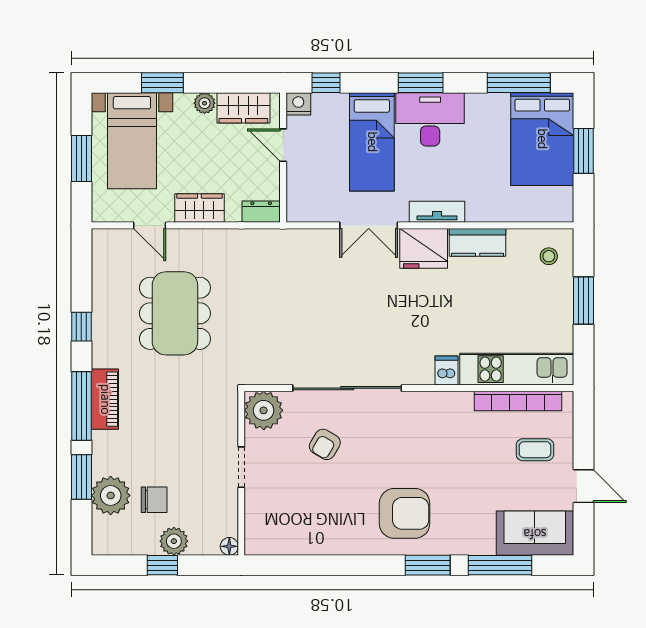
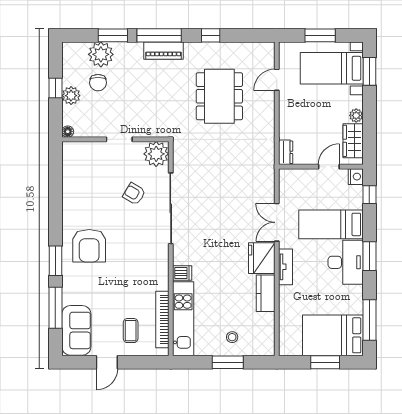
window: (162, 83) -> (369, 71), moved
wardrobe: (199, 208) -> (288, 112), removed
stool: (549, 256) -> (232, 337), moved
dining table: (175, 313) -> (219, 96), turned 90

